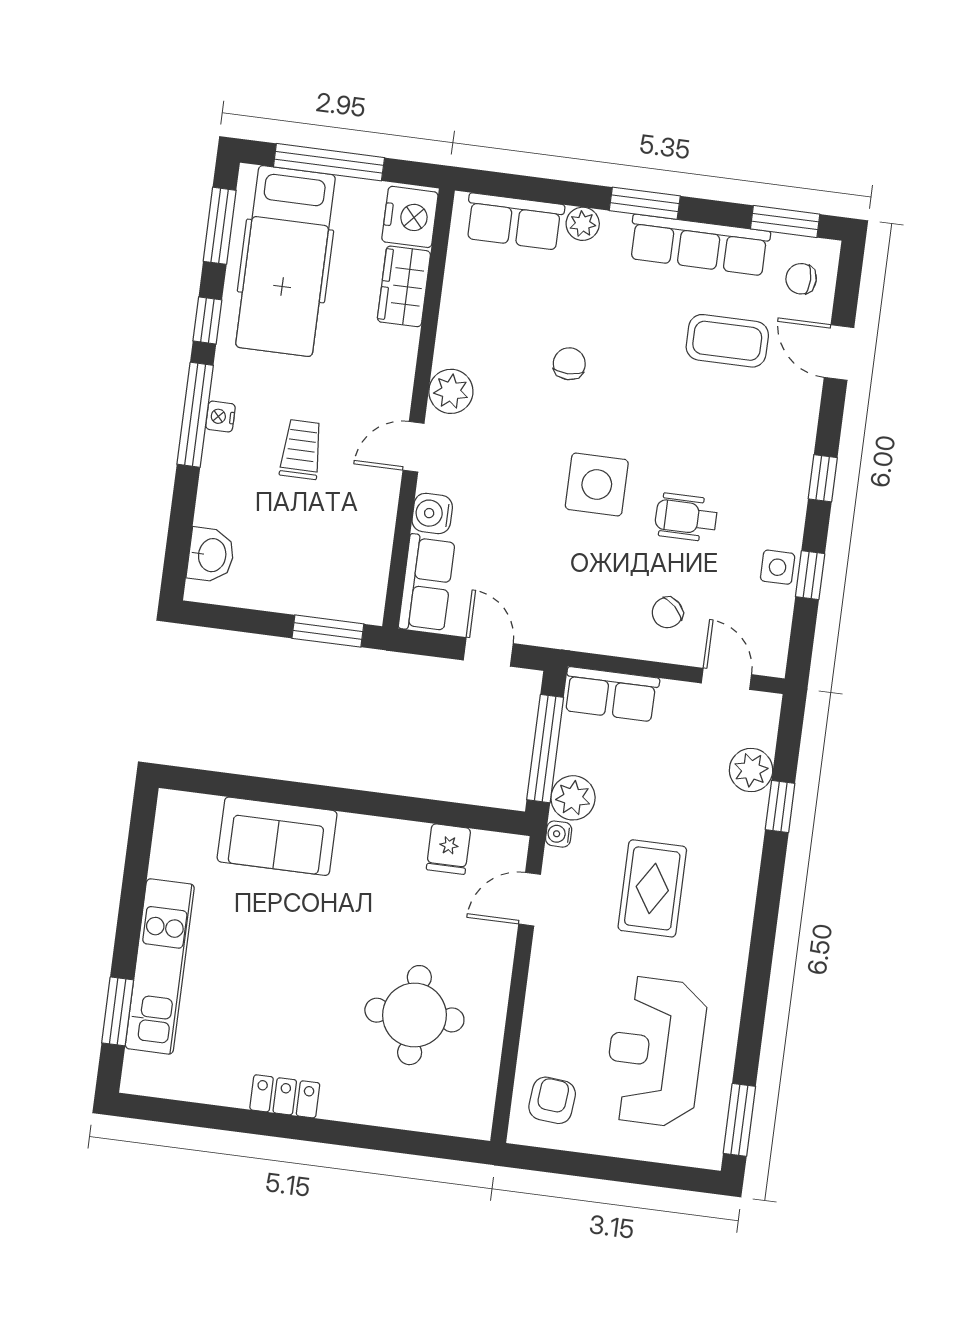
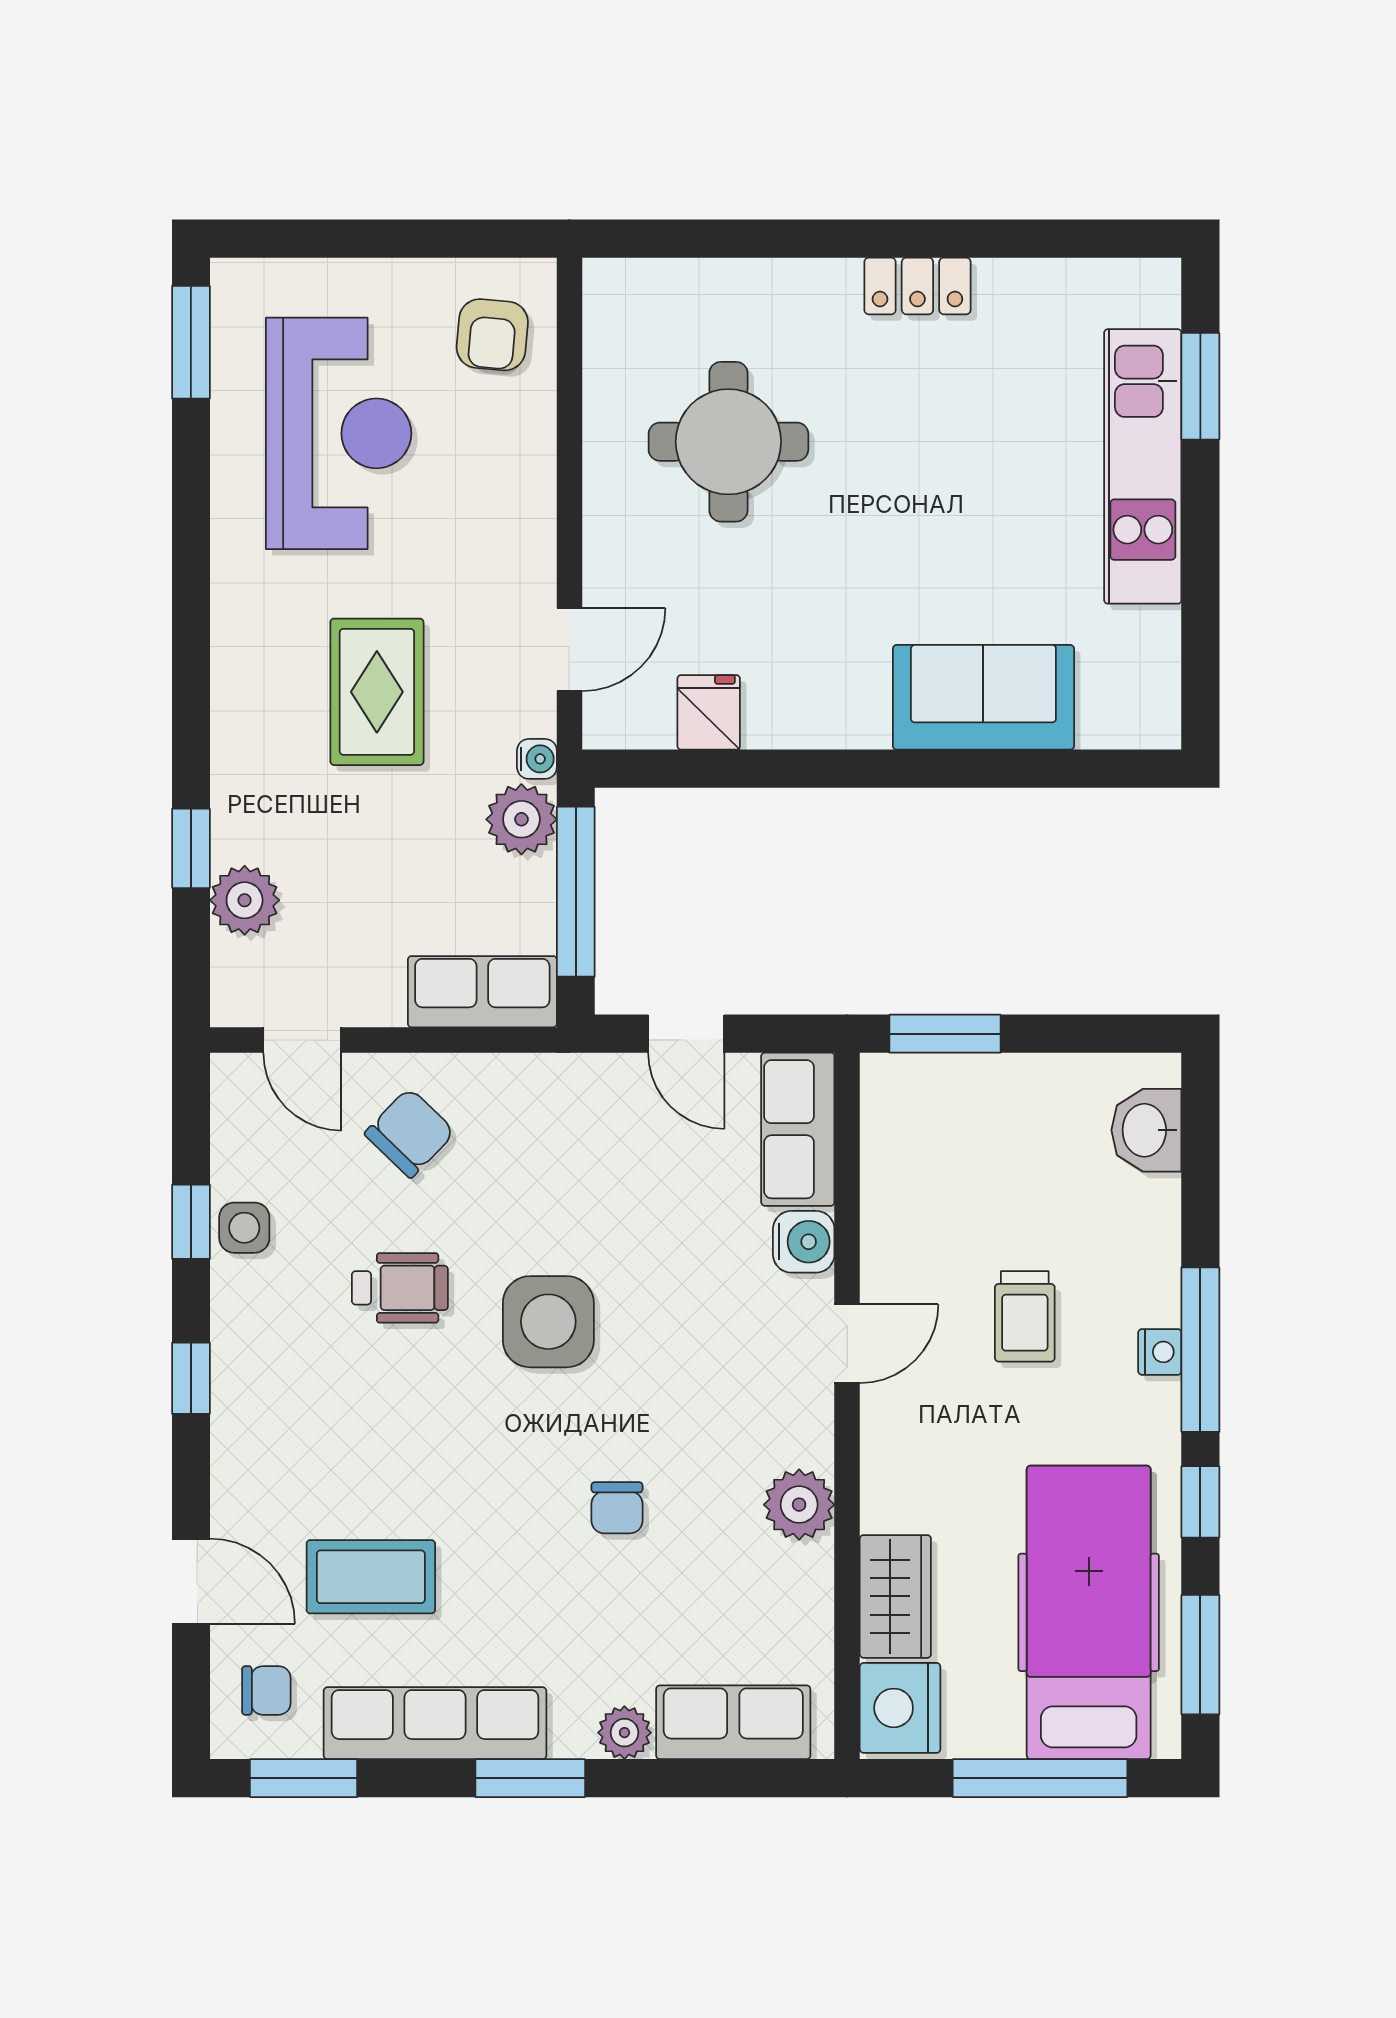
plant: (451, 391) -> (799, 1505), moved
chair: (667, 613) -> (410, 1133), width x1.37, depth x1.37

